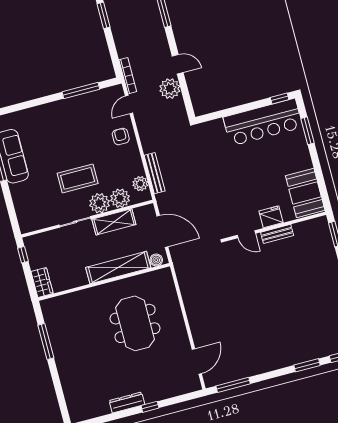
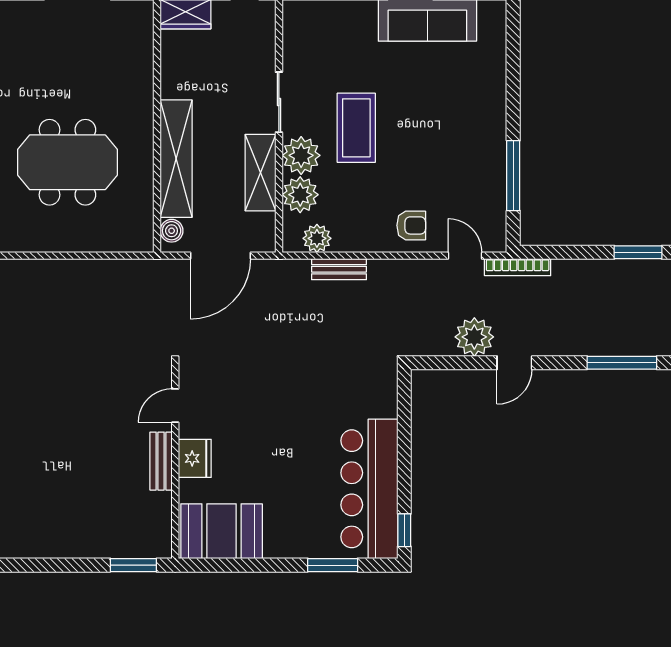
bench: (155, 173) -> (339, 269), width x0.73

